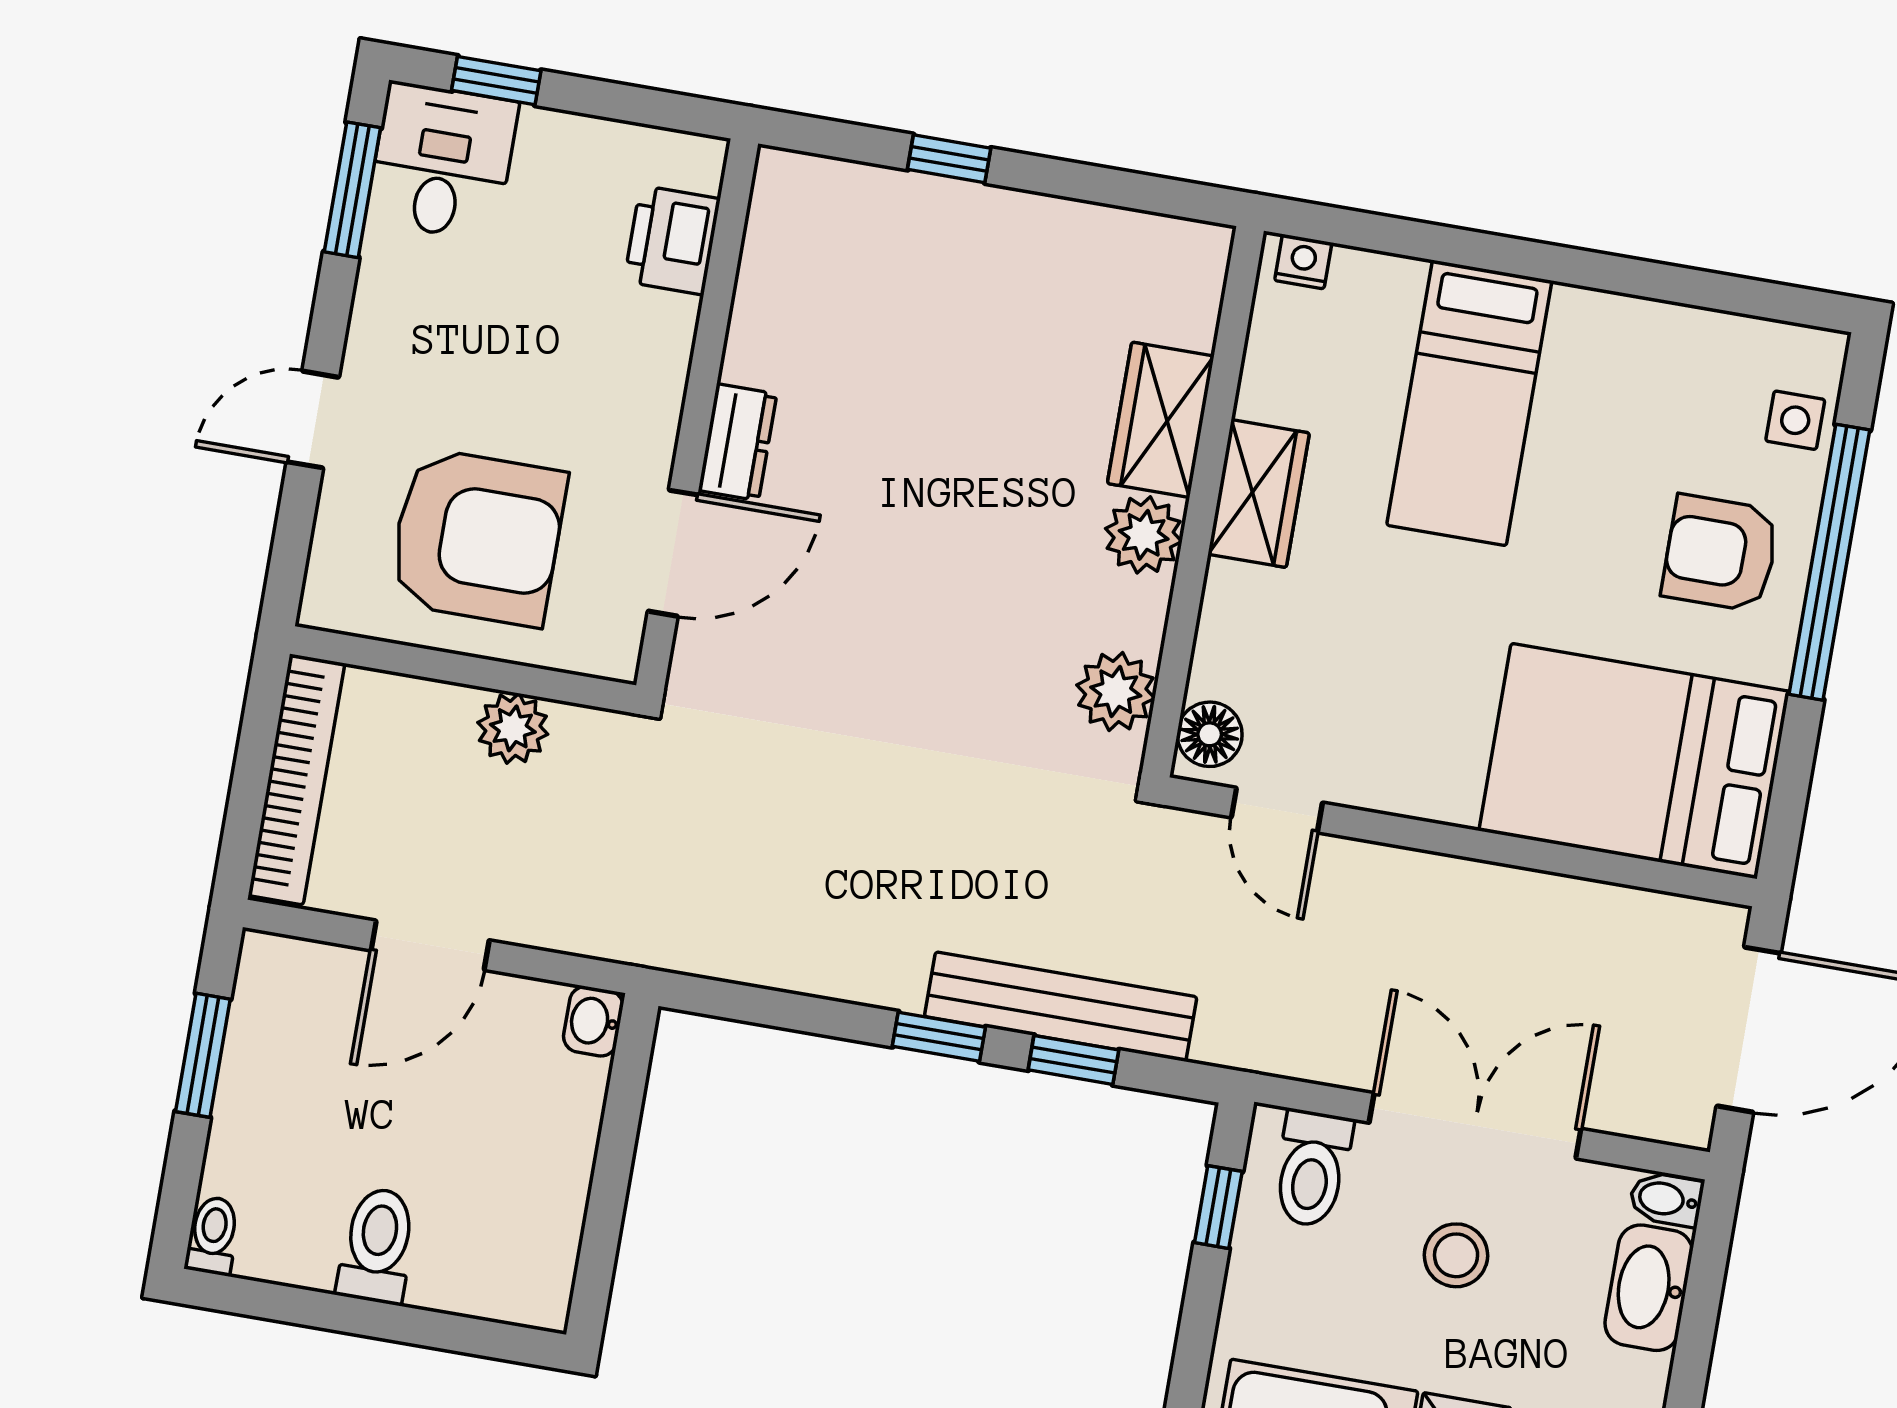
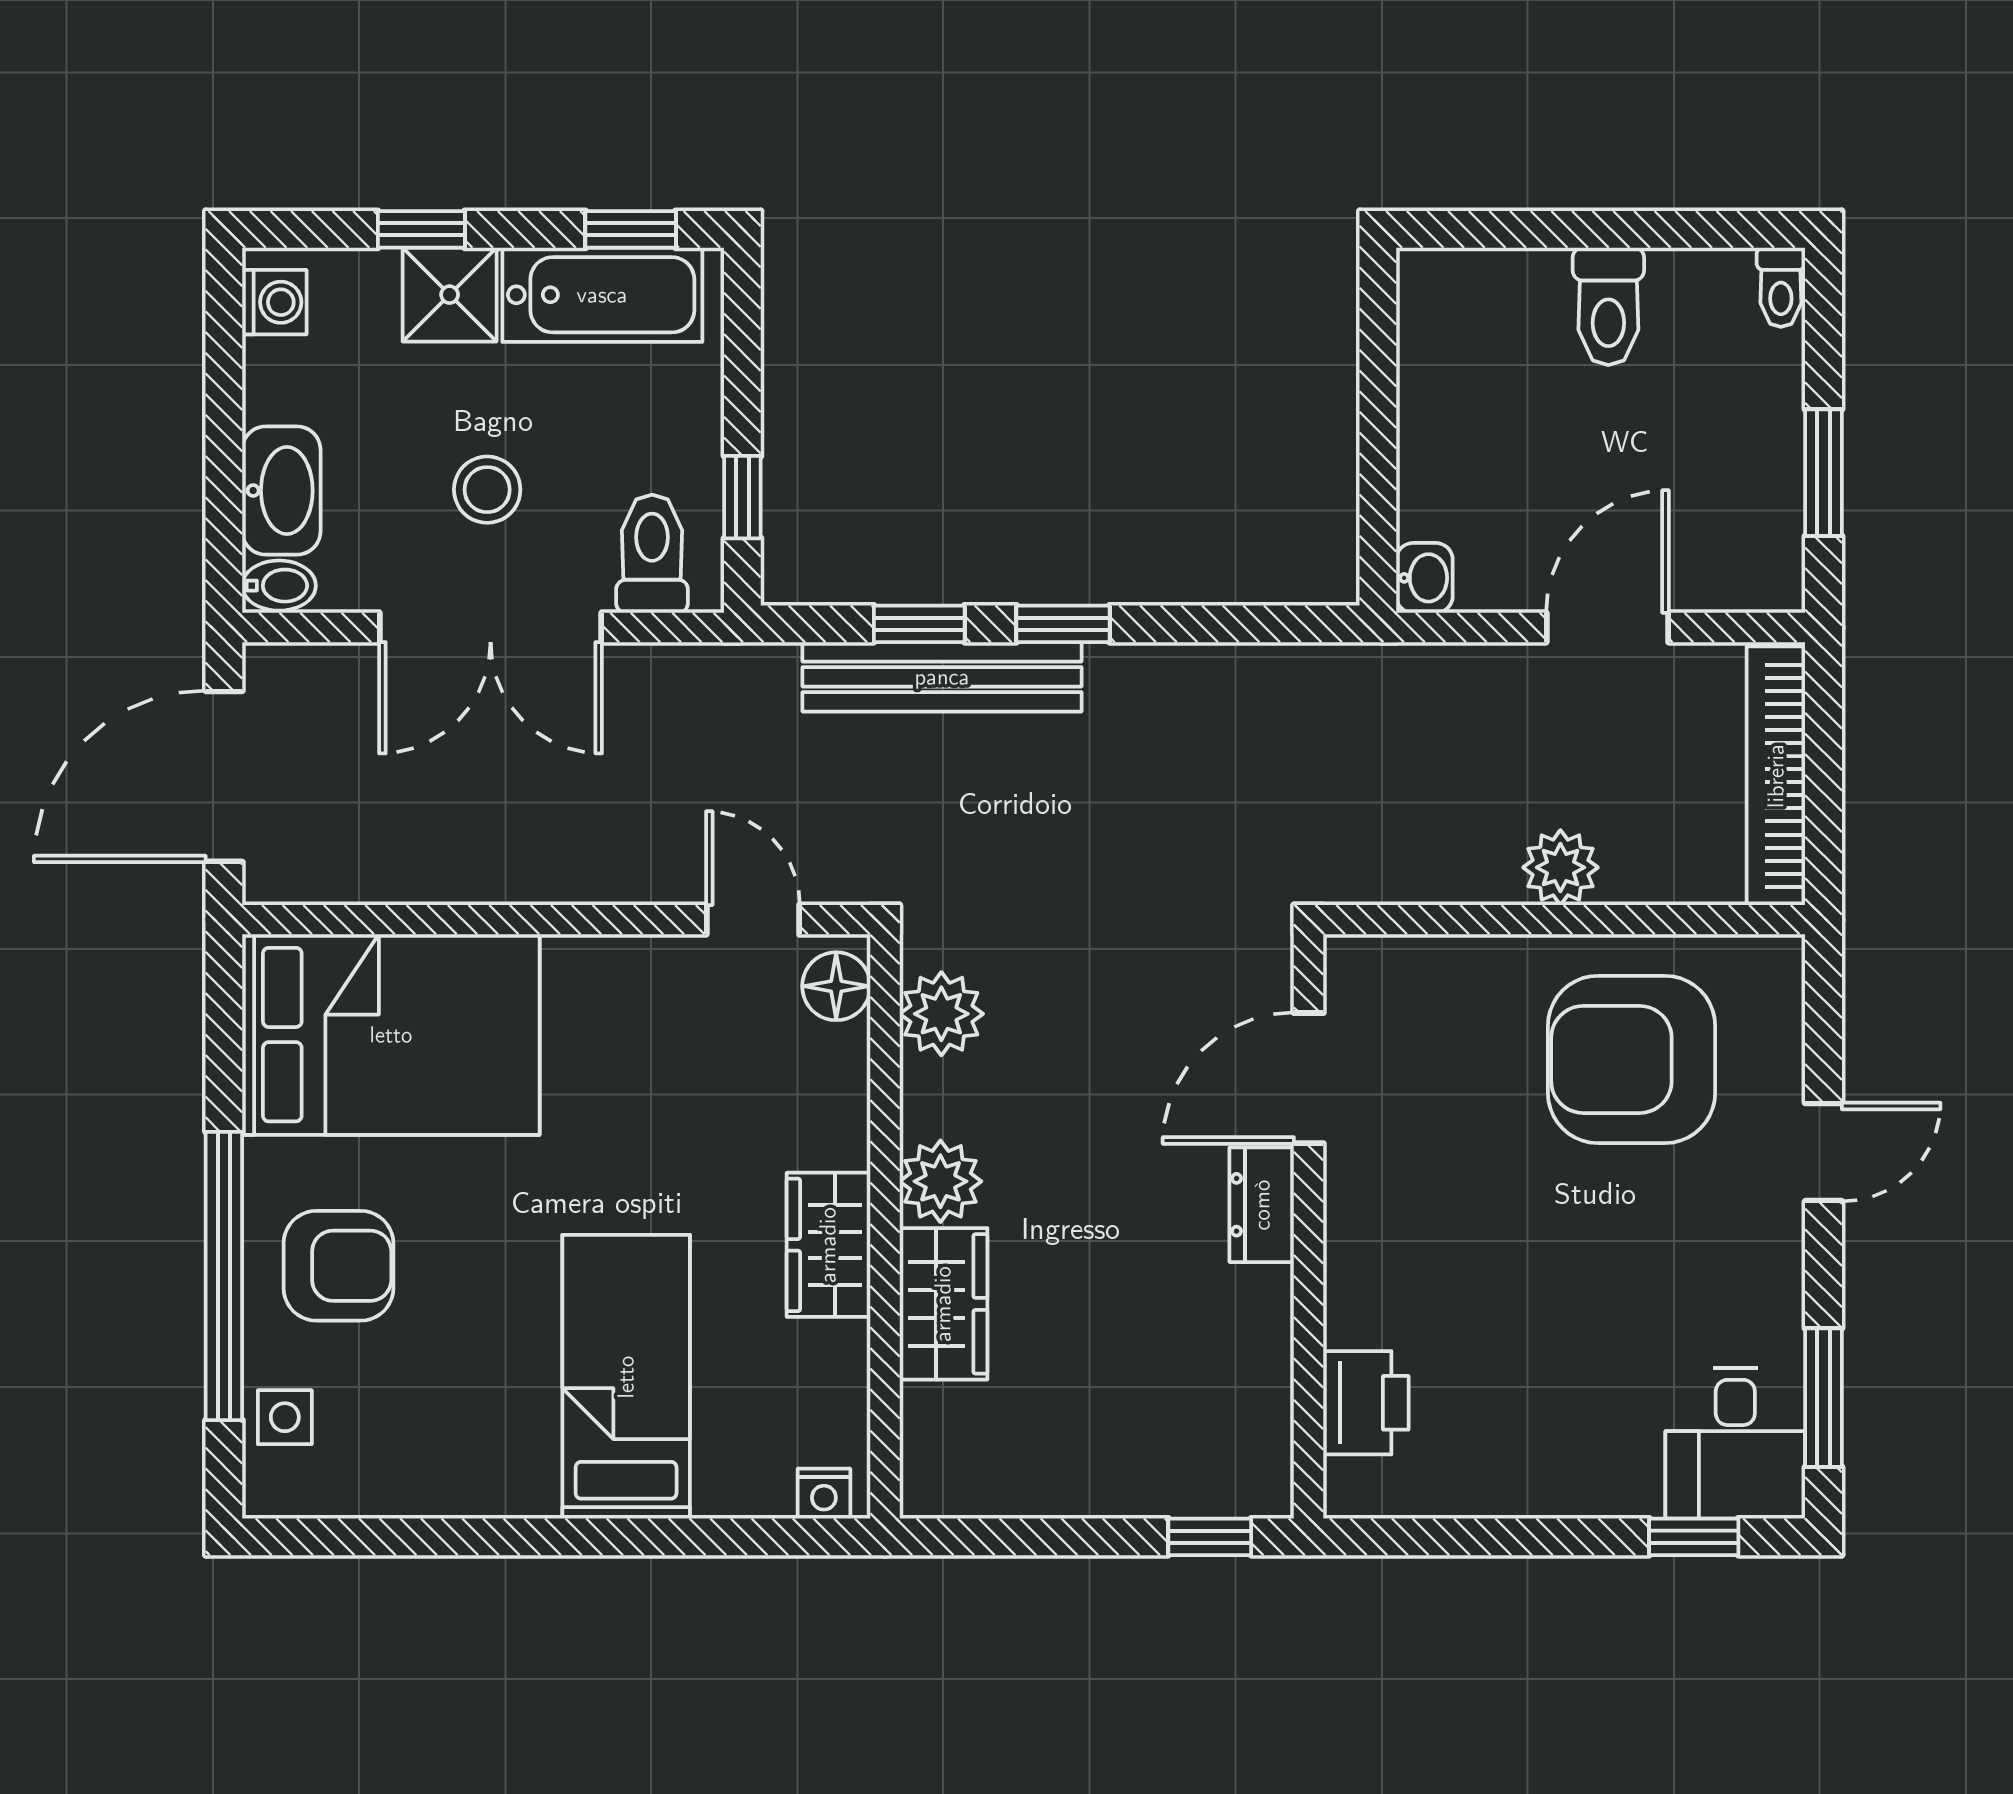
printer: (672, 240) -> (1366, 1403), moved
wall: (697, 414) -> (1309, 1226), moved
dresser: (738, 442) -> (1262, 1205), moved
door: (673, 553) -> (1309, 1078), moved

